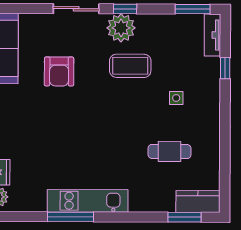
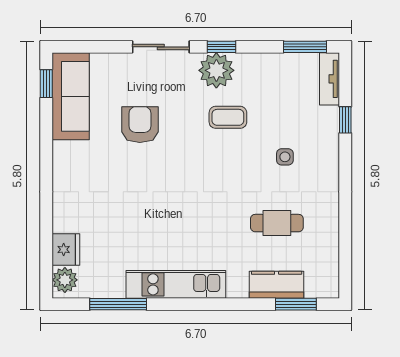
coffee table: (130, 66) -> (228, 117), width x0.73, depth x0.77
armchair: (59, 71) -> (140, 125), turned 180
kitchen counter: (198, 202) -> (277, 285), moved
window: (71, 217) -> (118, 304), moved

